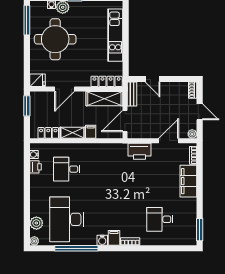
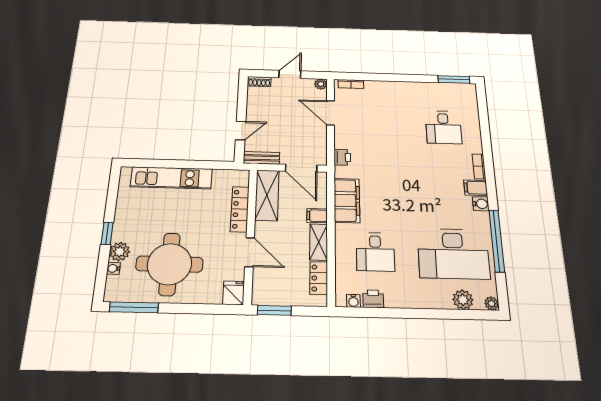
locker: (107, 81) -> (240, 209), moved
printer: (139, 151) -> (342, 157), width x0.53, depth x0.68
filing cabinet: (188, 181) -> (347, 200), moved, turned -90

